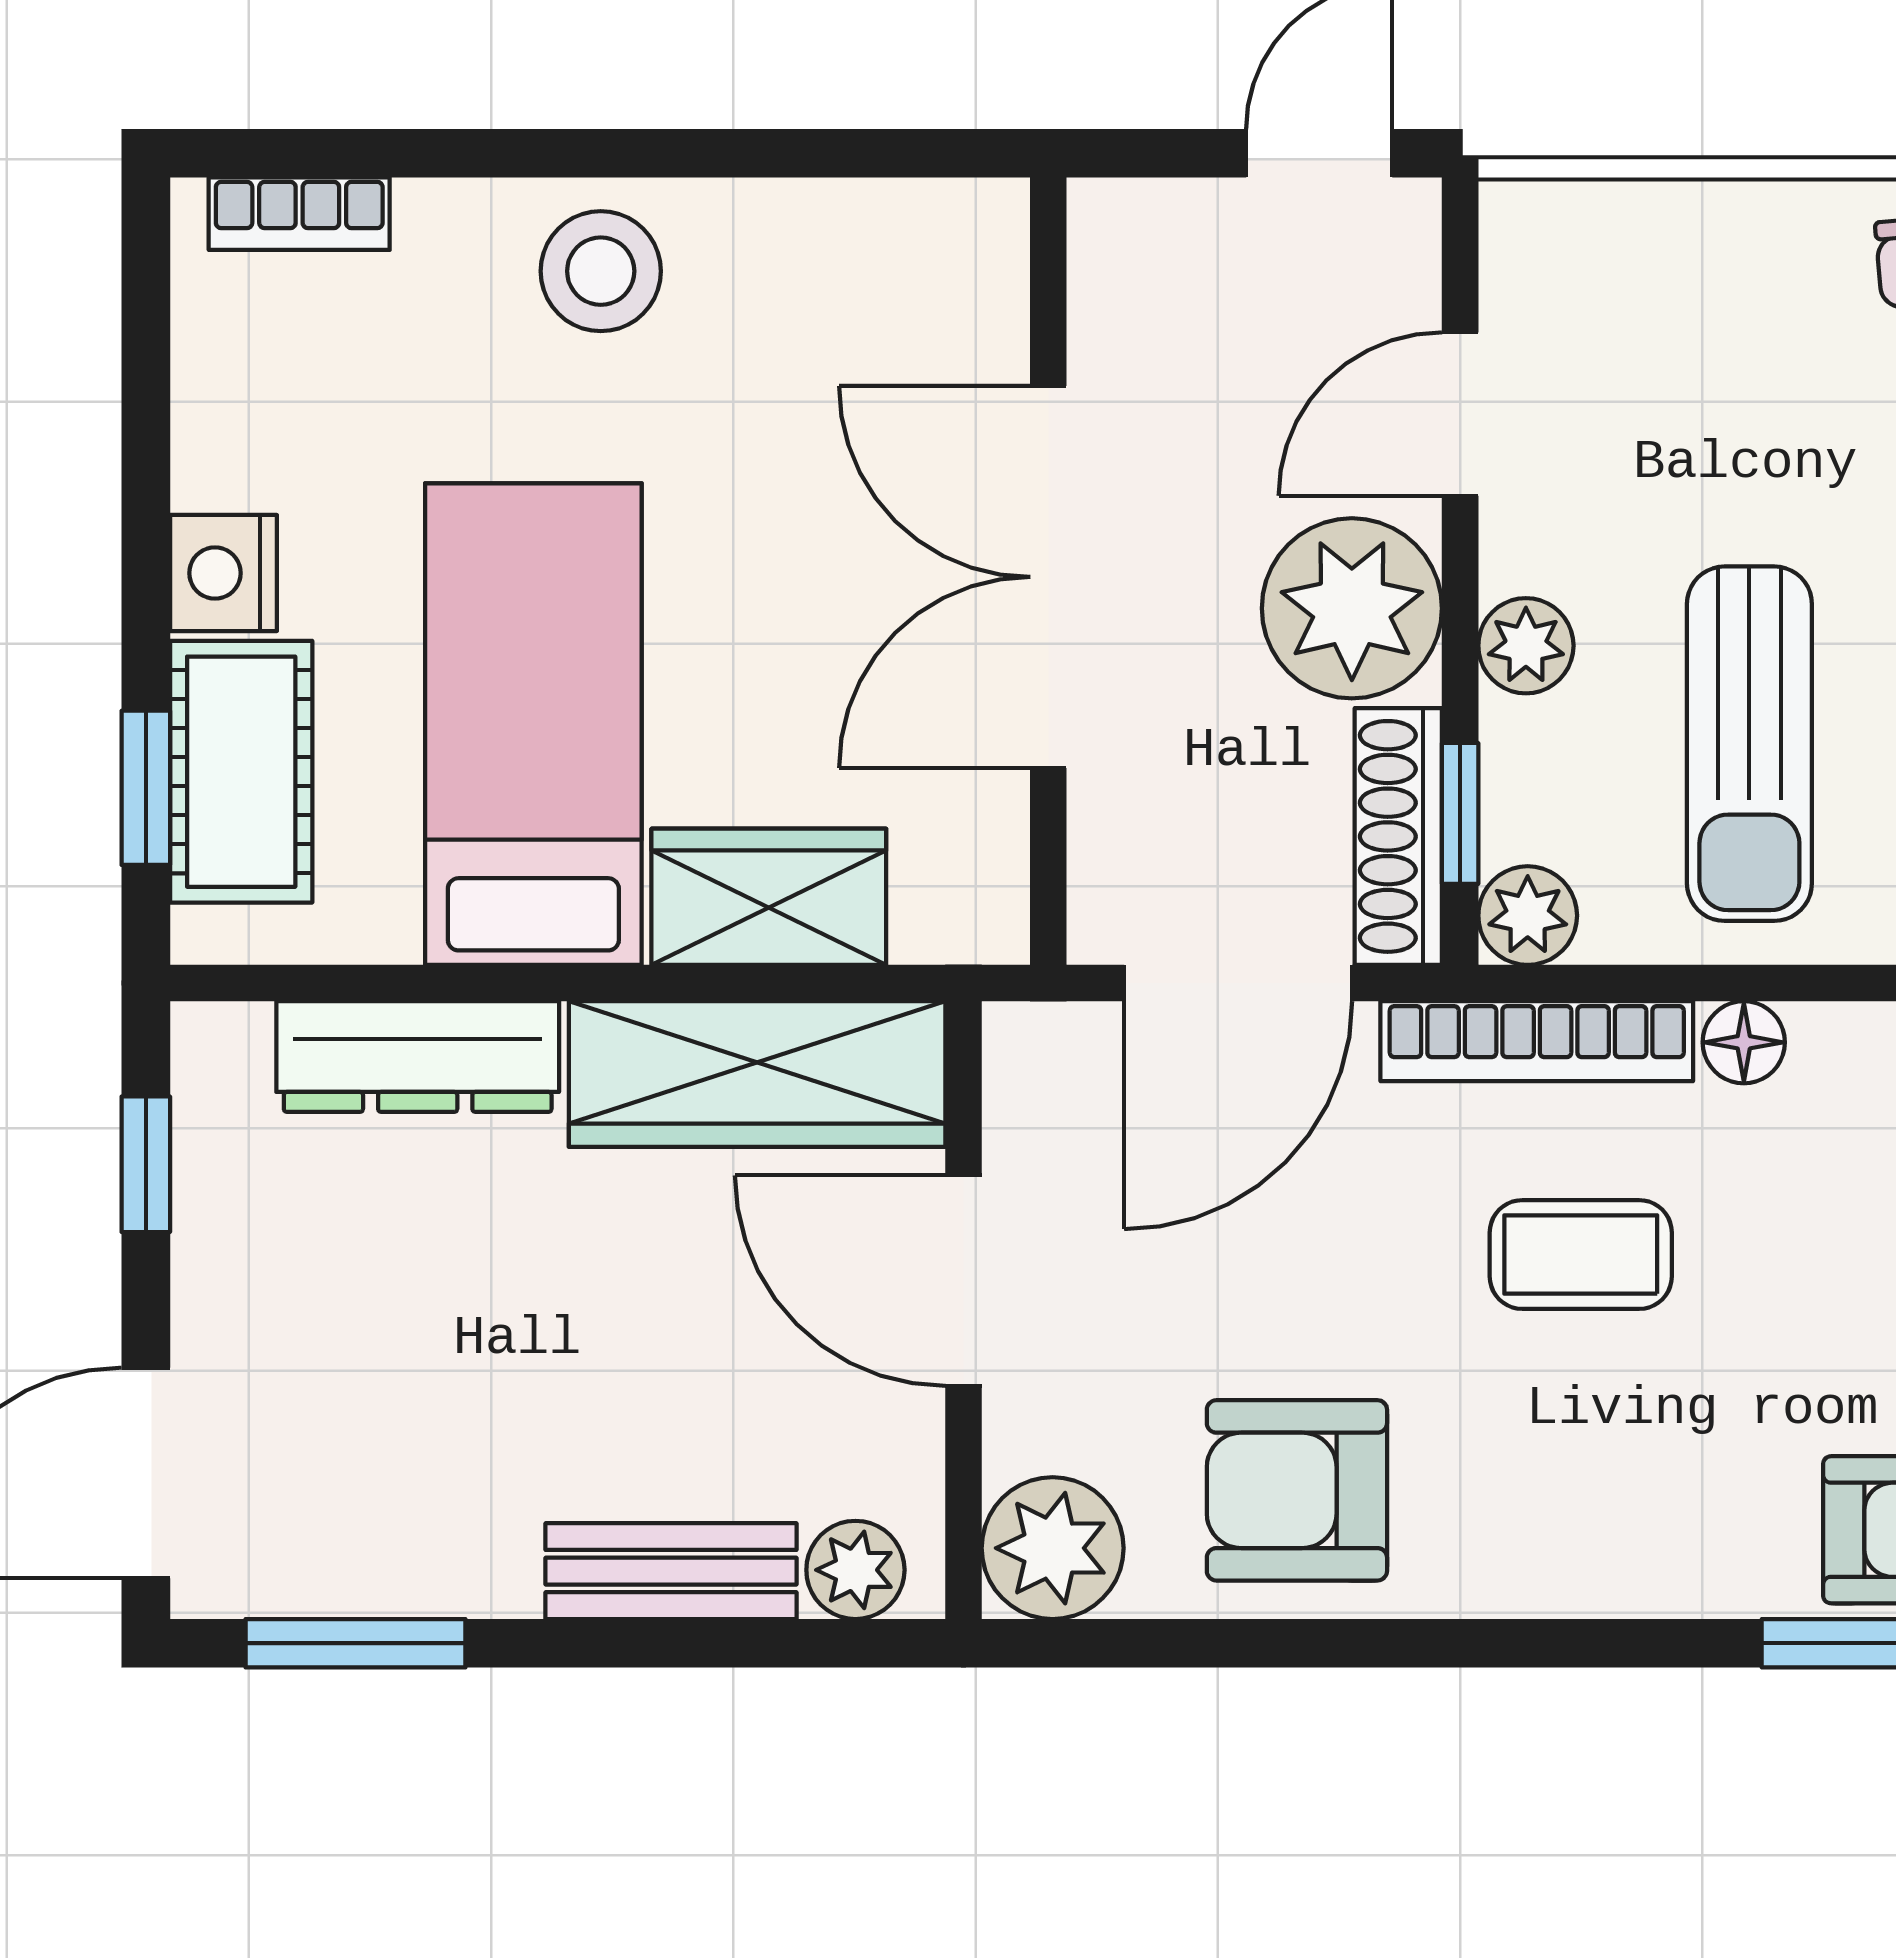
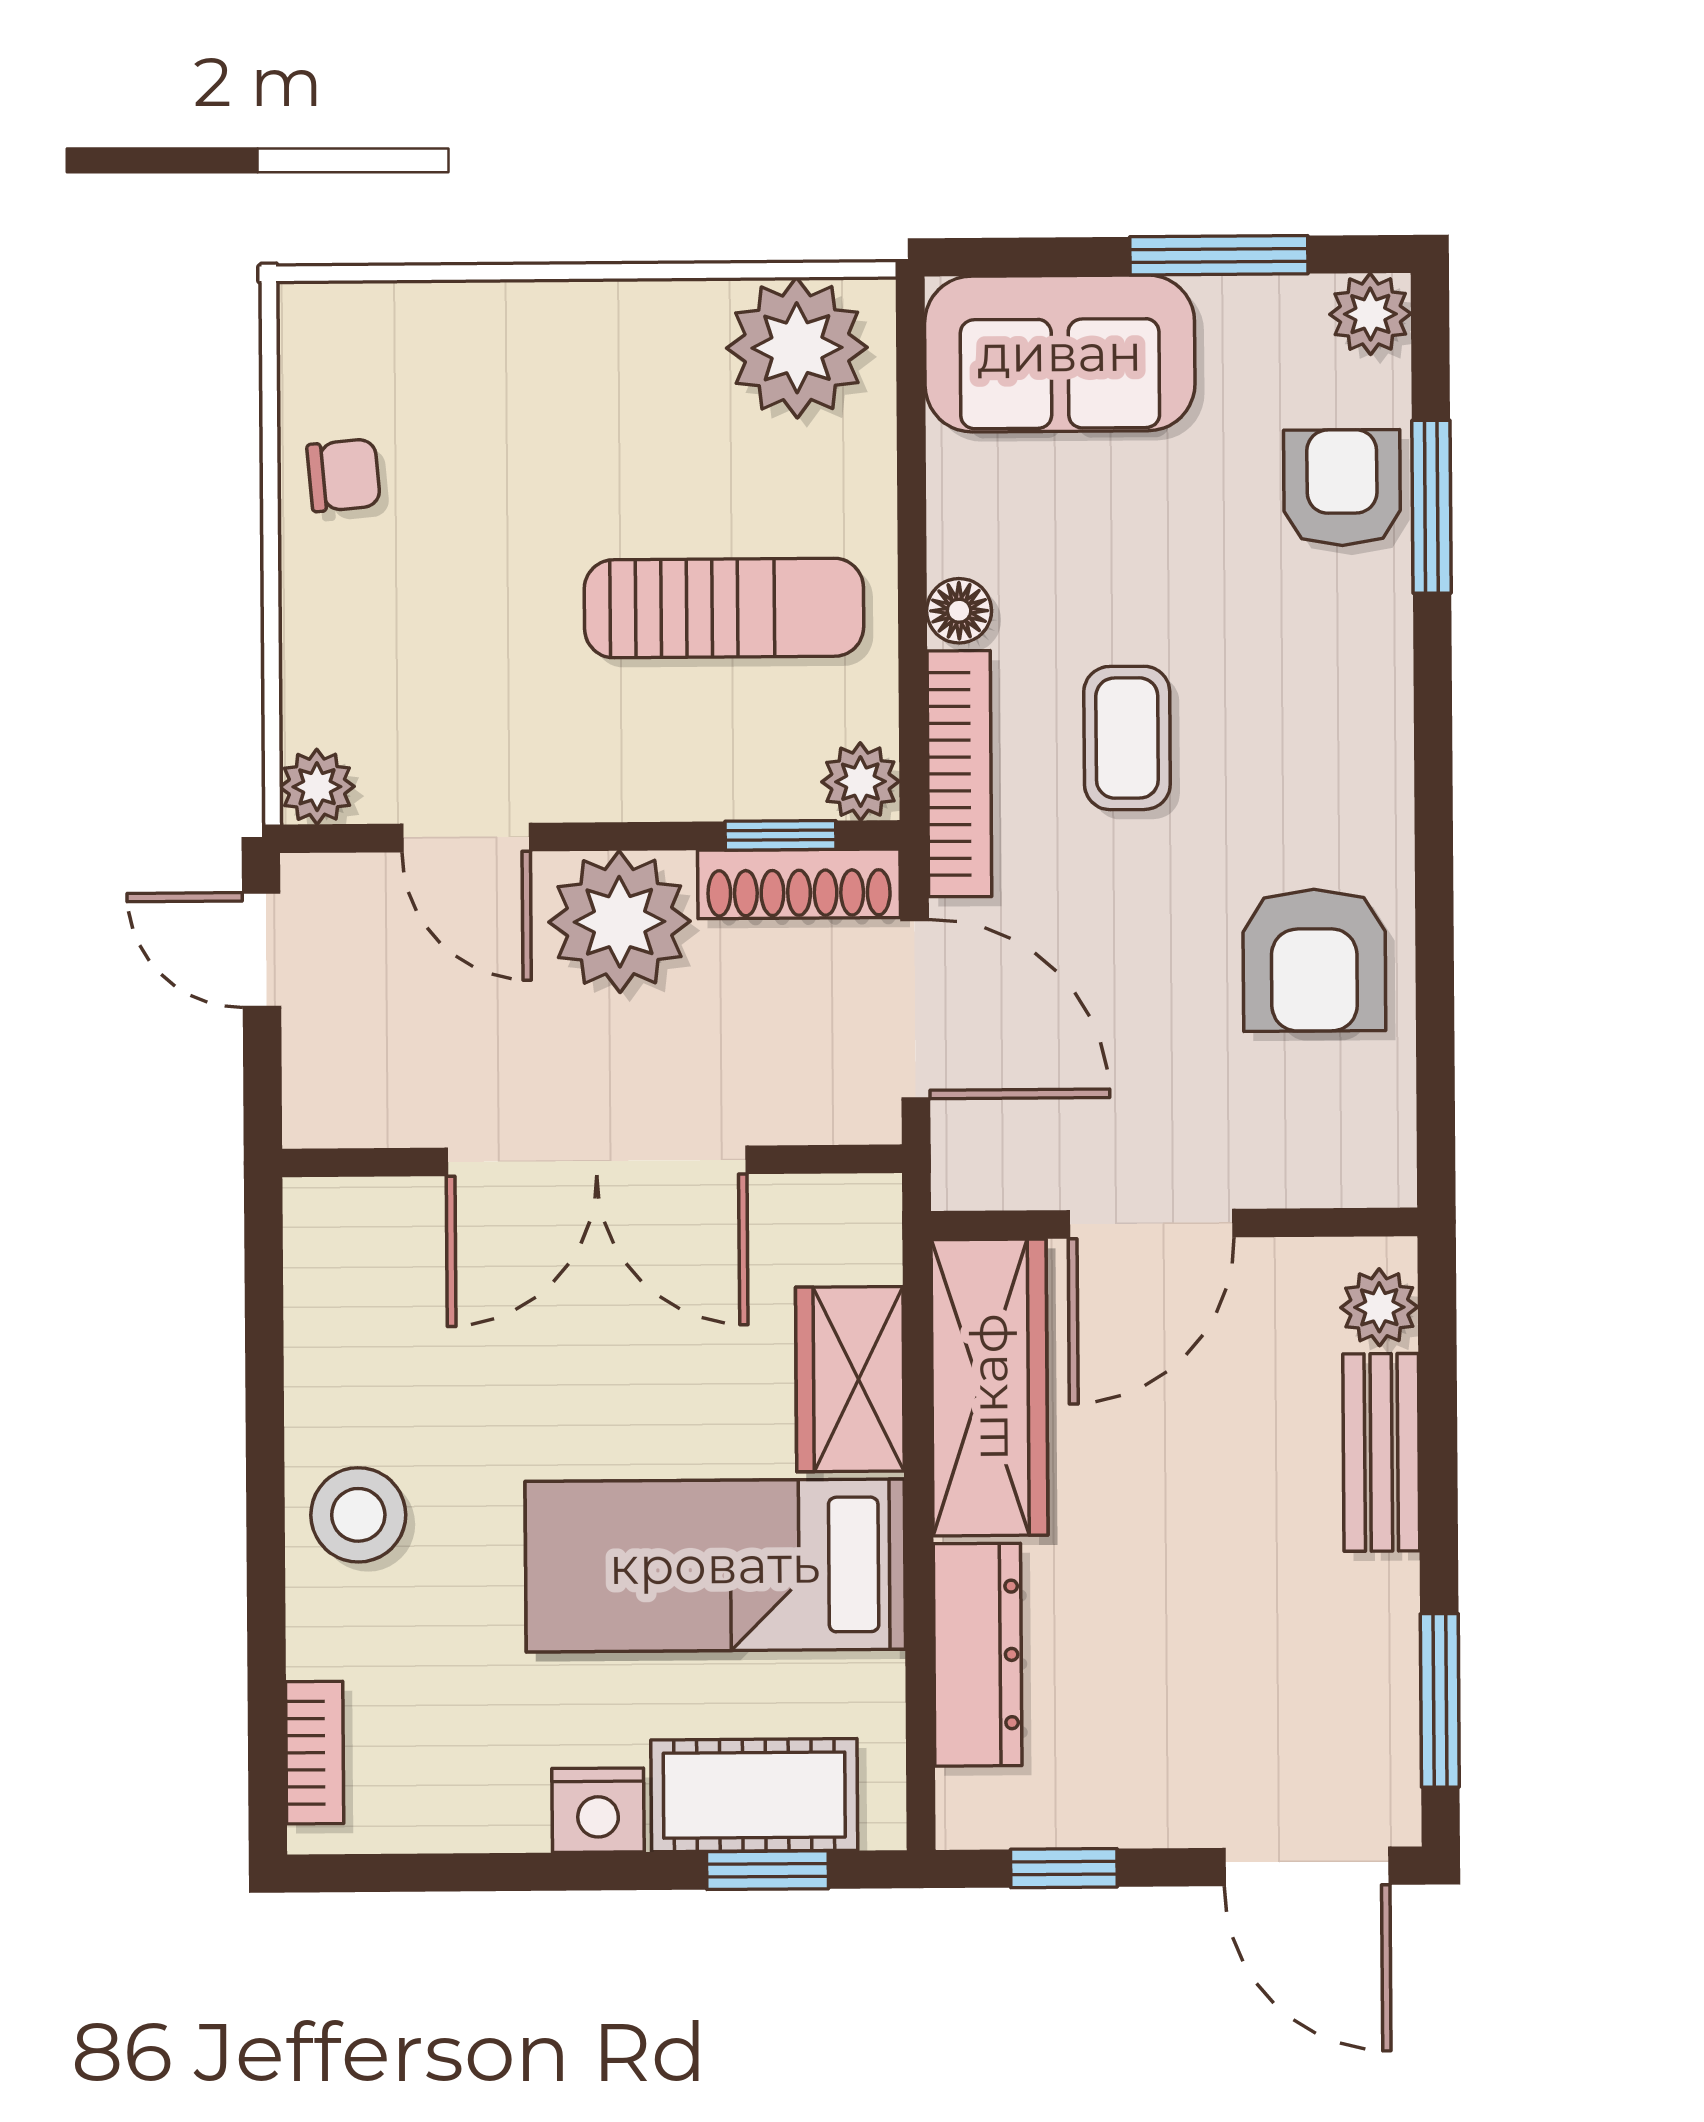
plant: (1526, 646) -> (317, 787), moved
plant: (1053, 1548) -> (1361, 1152), removed

